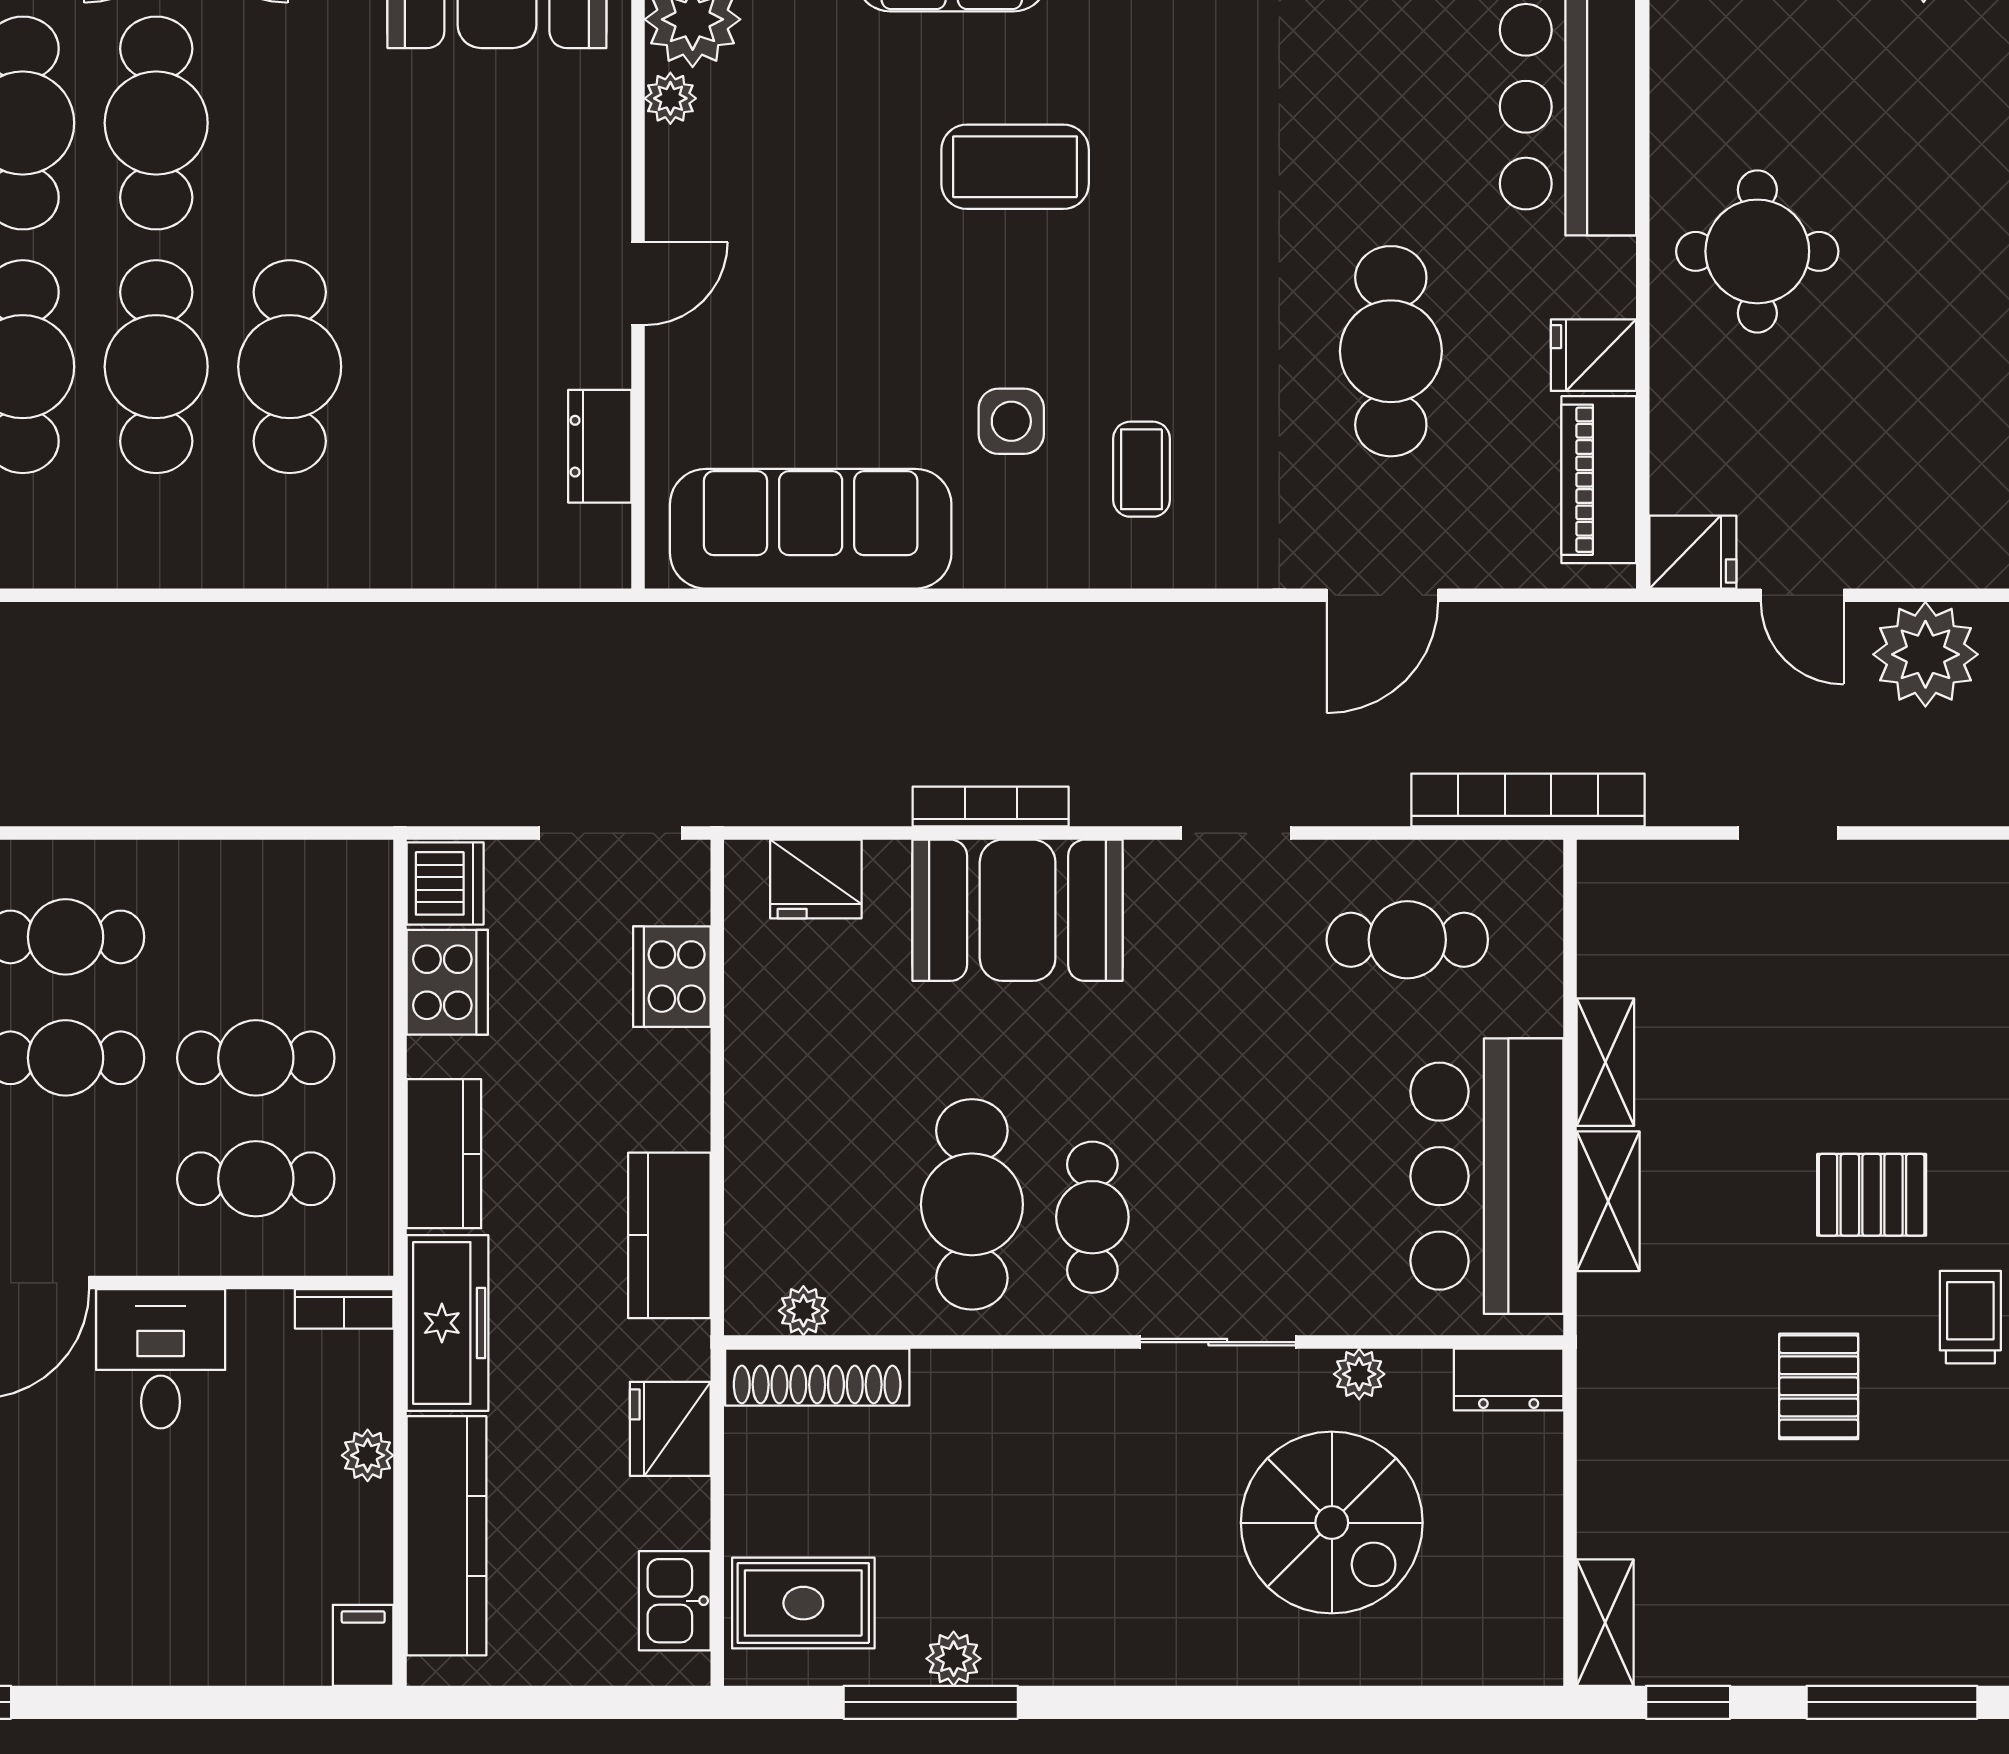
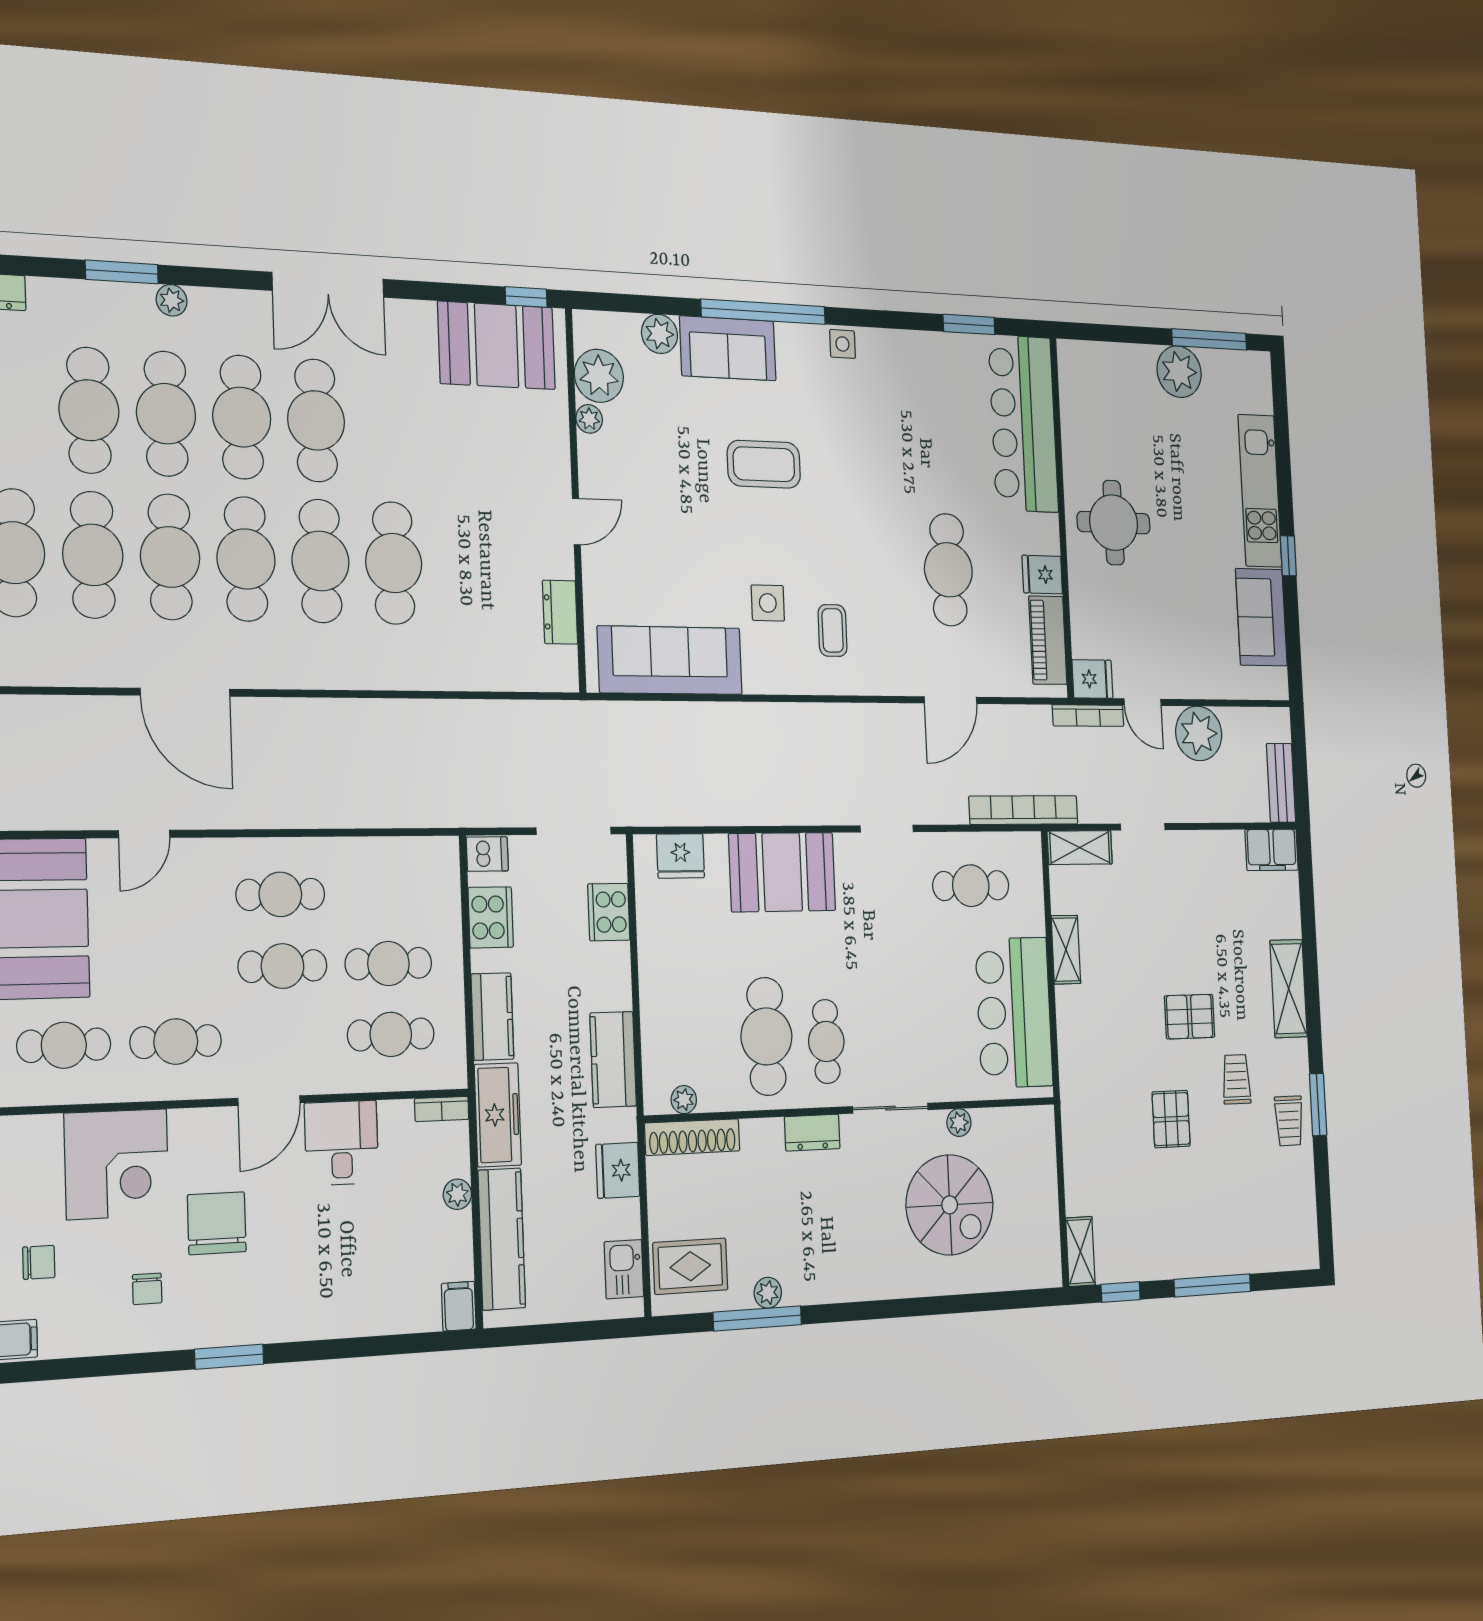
bookcase: (991, 807) -> (1088, 716), moved, turned 180
dishwasher: (445, 883) -> (487, 854), width x0.73
shelving: (1608, 1201) -> (1080, 848), moved, turned 90
dresser: (1509, 1380) -> (812, 1133), moved

